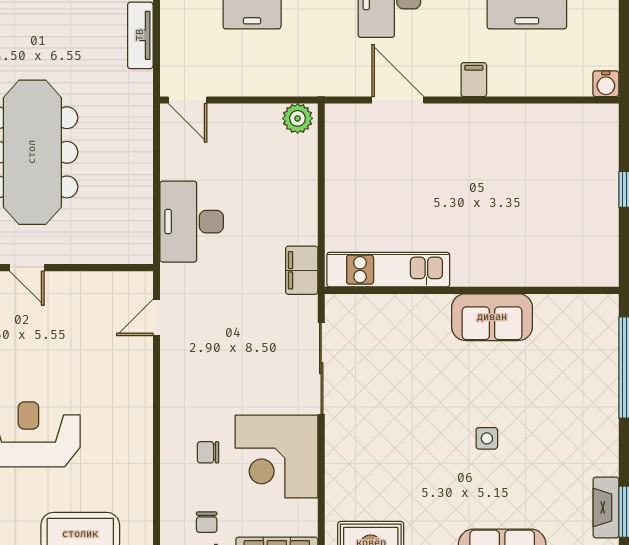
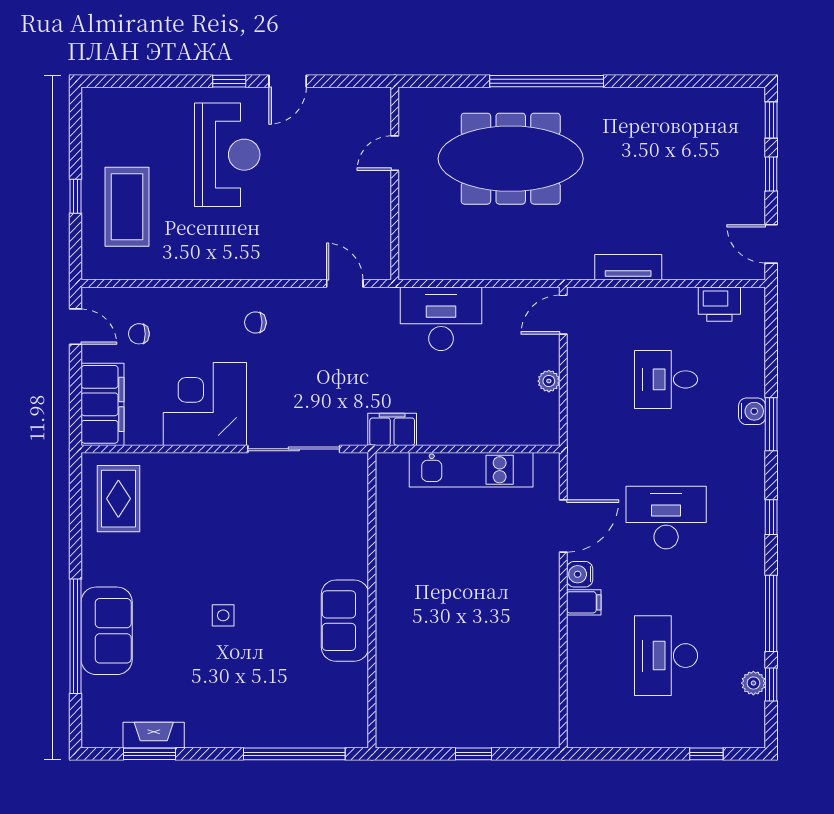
water cooler: (606, 84) -> (580, 574), moved
plant: (298, 118) -> (549, 381), moved, width x0.73, depth x0.73
kitchen unit: (388, 270) -> (471, 470), moved, turned 90
chair: (208, 452) -> (255, 322), moved, turned -90

